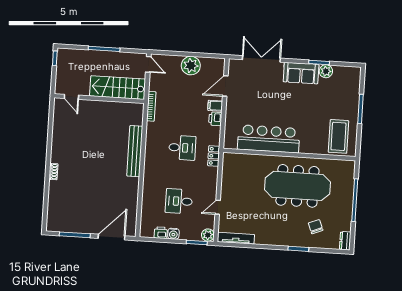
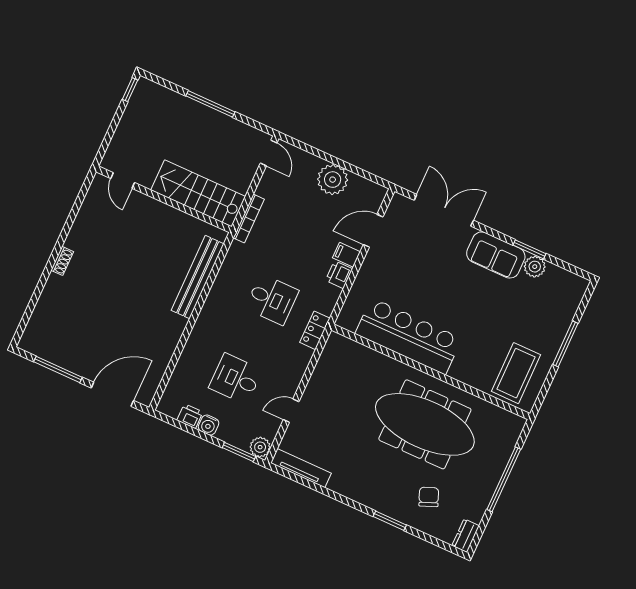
stairs: (118, 88) -> (198, 193), moved
door: (71, 97) -> (123, 181), moved
wall: (99, 99) -> (164, 199), moved

